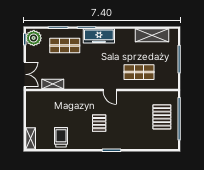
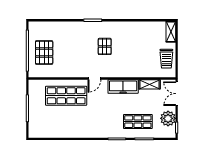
shelving: (152, 35) -> (54, 131), removed
freezer: (99, 36) -> (123, 87), moved, turned 180
plant: (34, 38) -> (168, 118), moved
shop shelf: (139, 72) -> (66, 96), width x1.43, depth x1.36
door: (110, 90) -> (94, 79), swing flipped
trolley: (61, 137) -> (166, 59), moved

